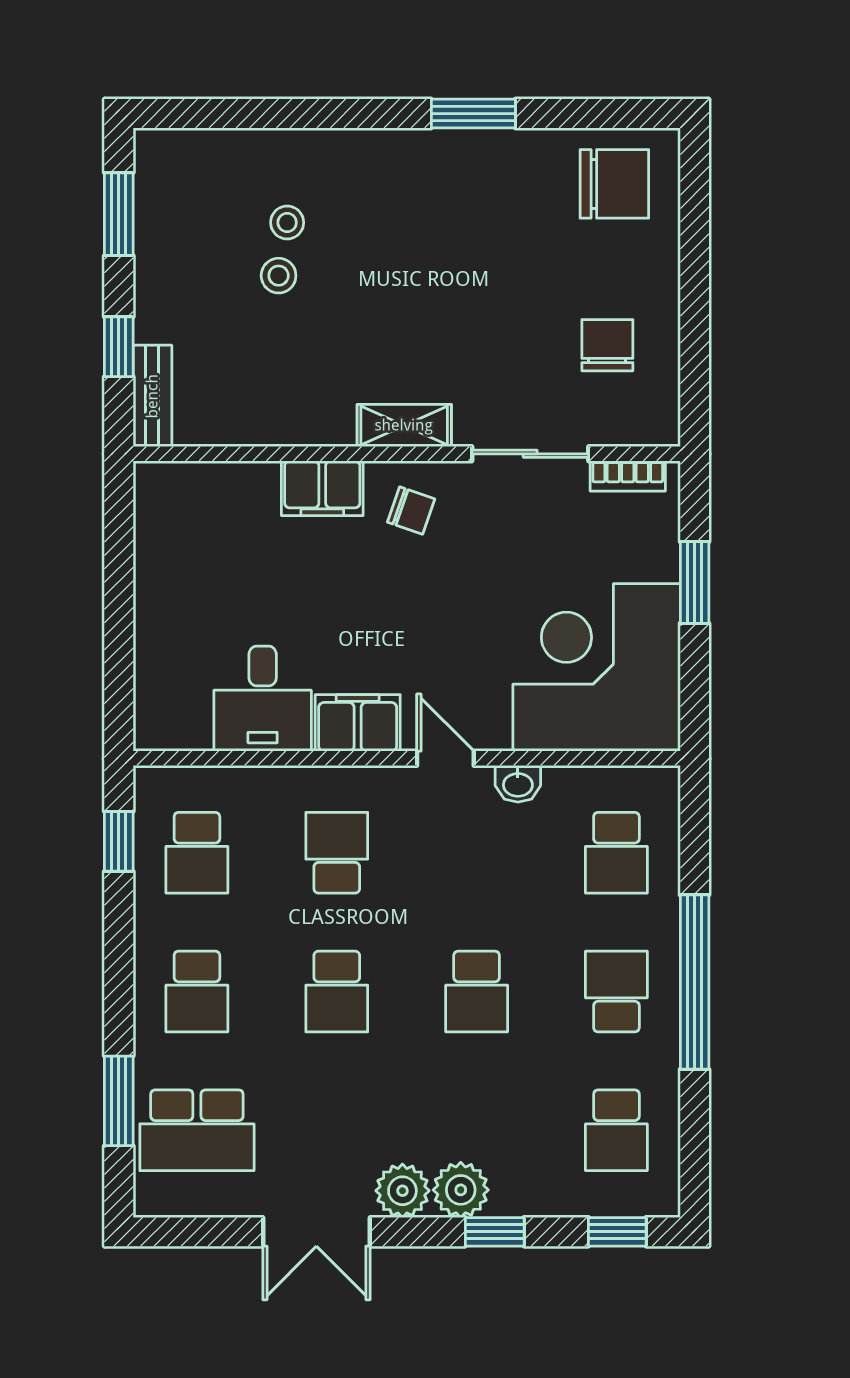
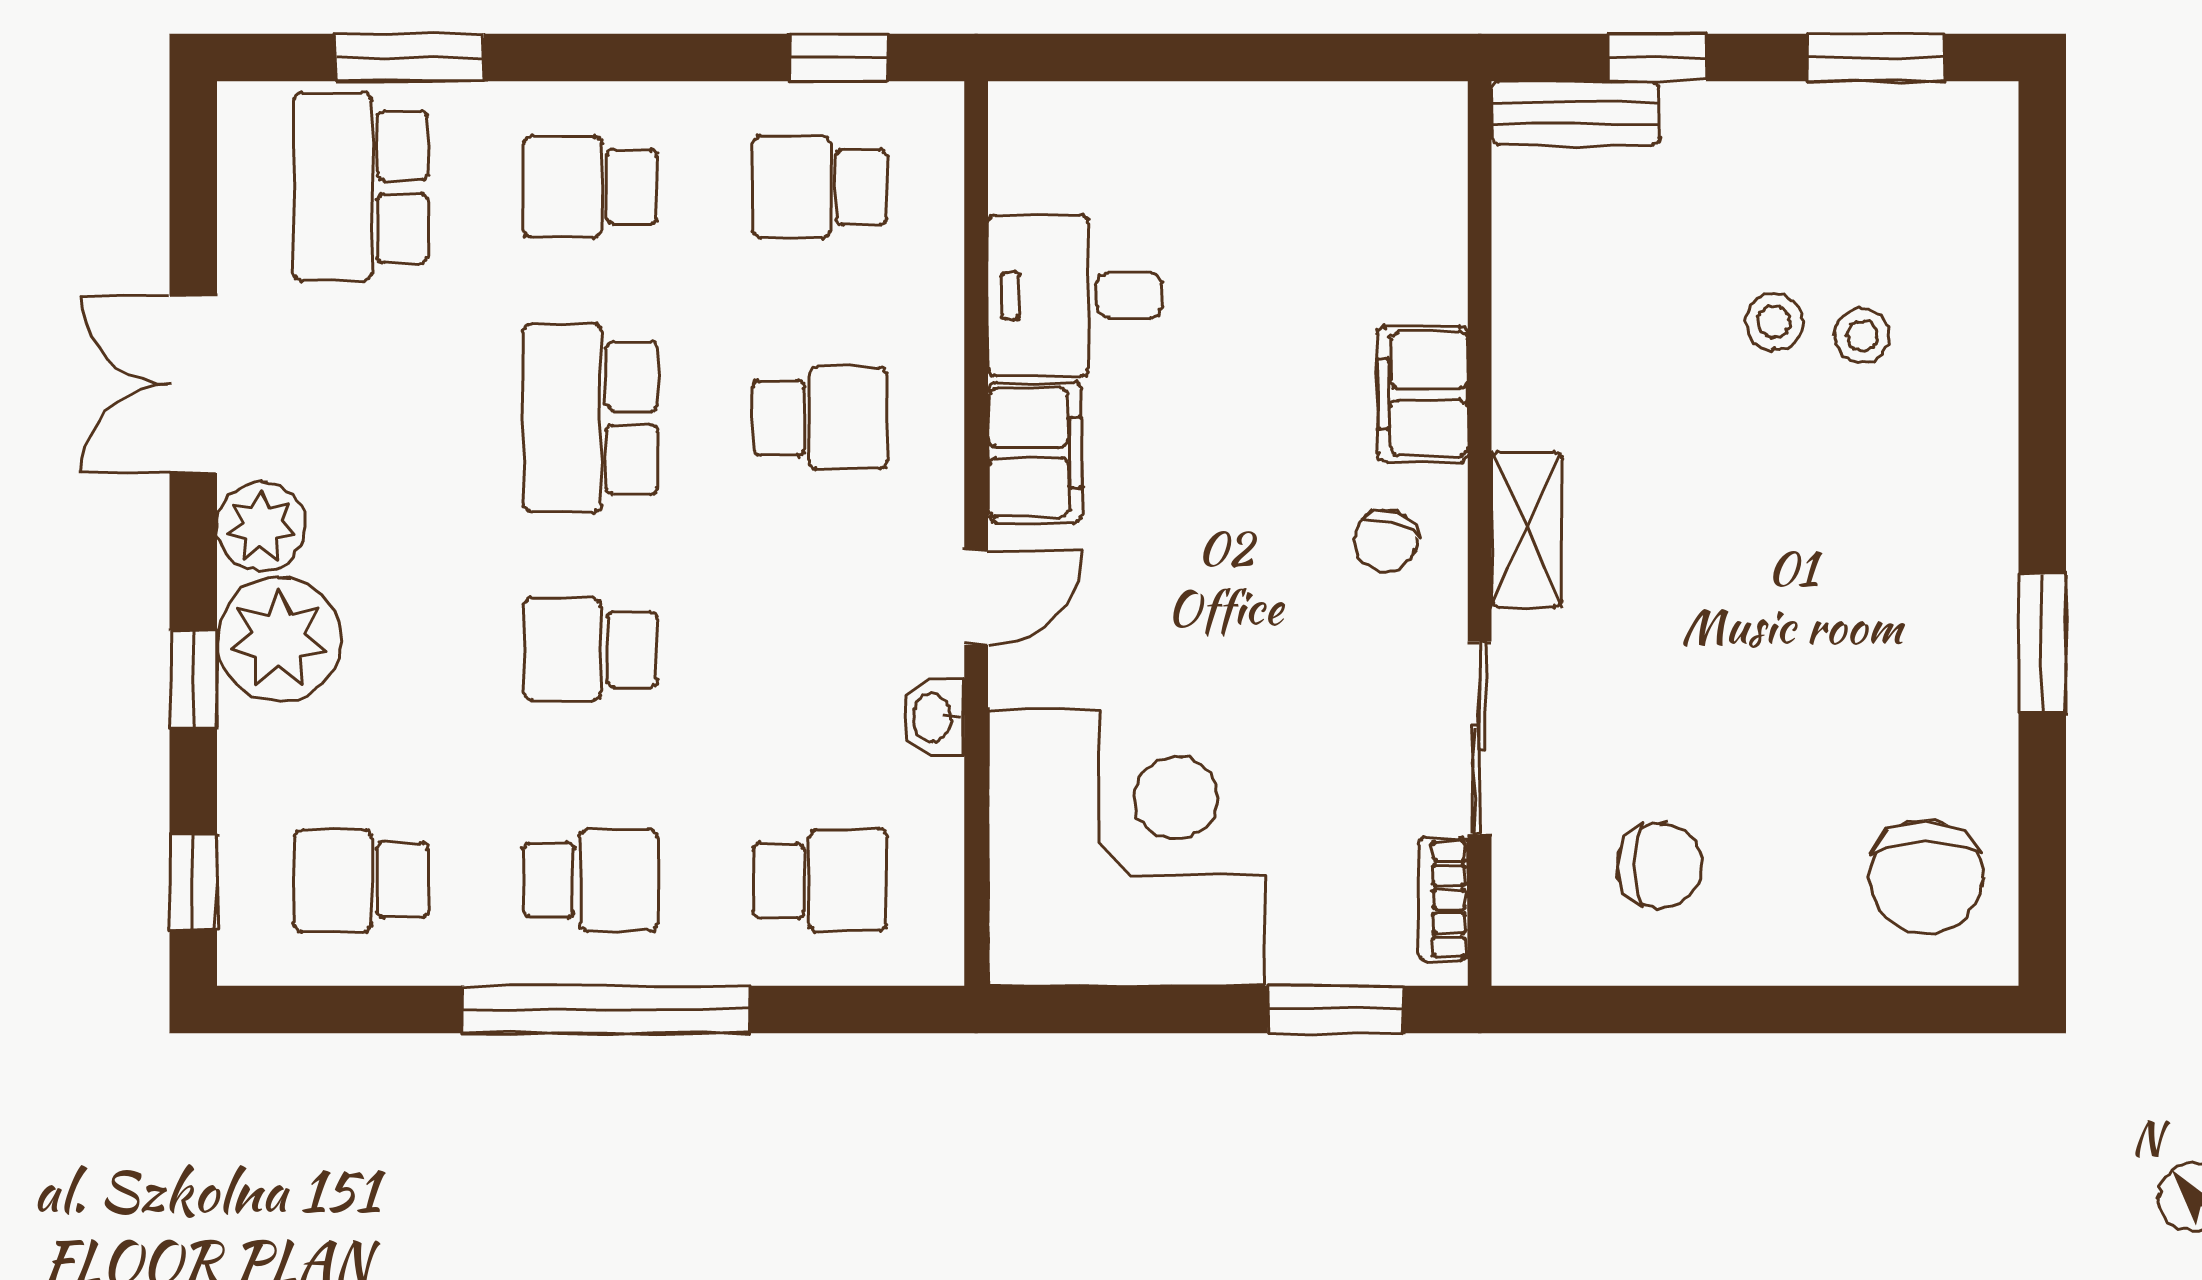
window: (695, 582) -> (1335, 1010), moved
school desk: (616, 853) -> (820, 880), turned 180
school desk: (337, 992) -> (591, 418), width x1.85
plant: (461, 1190) -> (279, 640), width x1.36, depth x1.36

